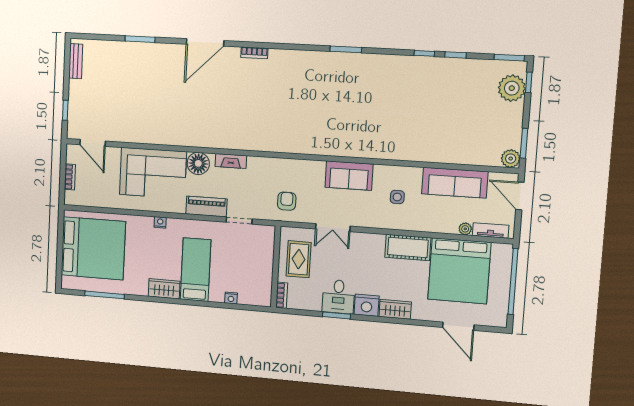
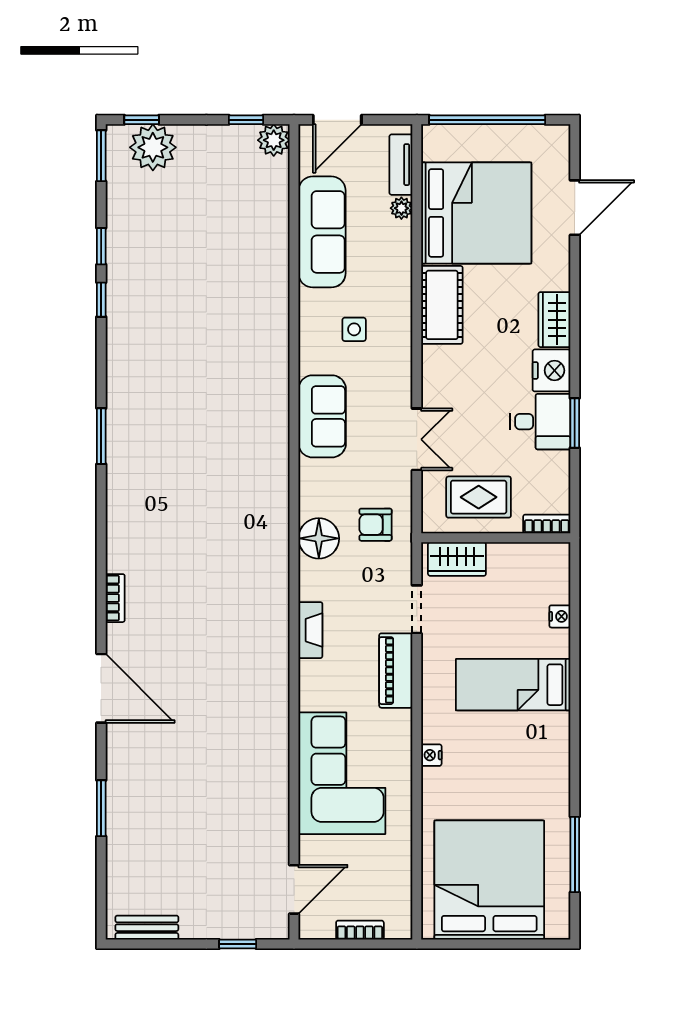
window: (524, 143) -> (246, 120), width x0.67
floor lamp: (198, 163) -> (319, 538), moved
wardrobe: (164, 289) -> (457, 559), moved, turned -90

